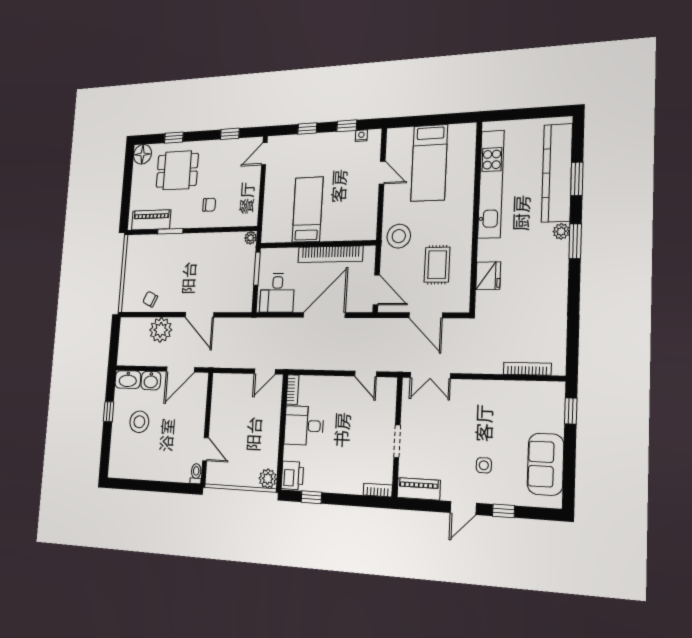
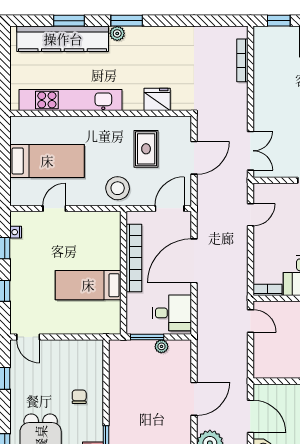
plant: (251, 238) -> (161, 346), moved
rug: (437, 265) -> (146, 149), turned 90
door: (324, 315) -> (194, 261), hinge flipped

